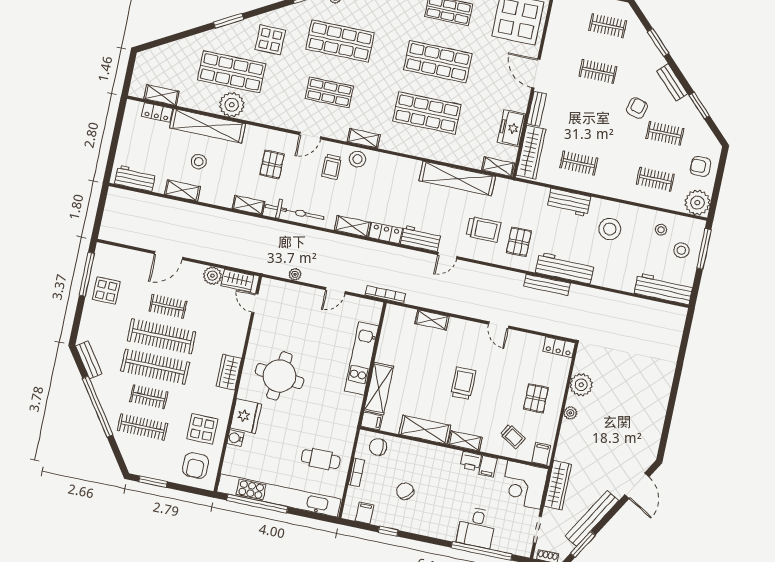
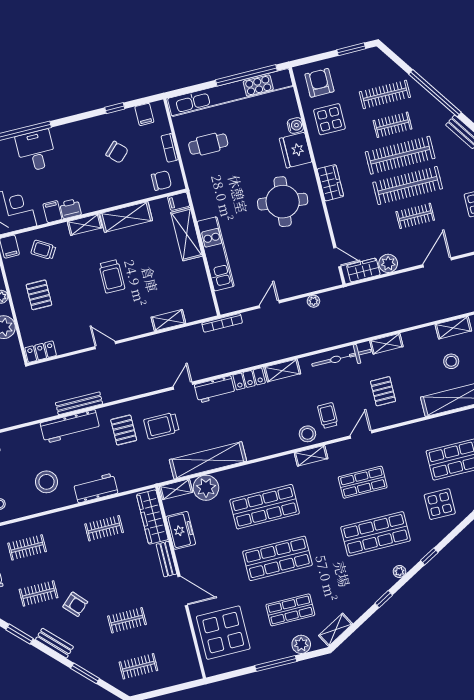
plant: (232, 105) -> (206, 488), moved
armchair: (637, 108) -> (75, 604), turned -58

